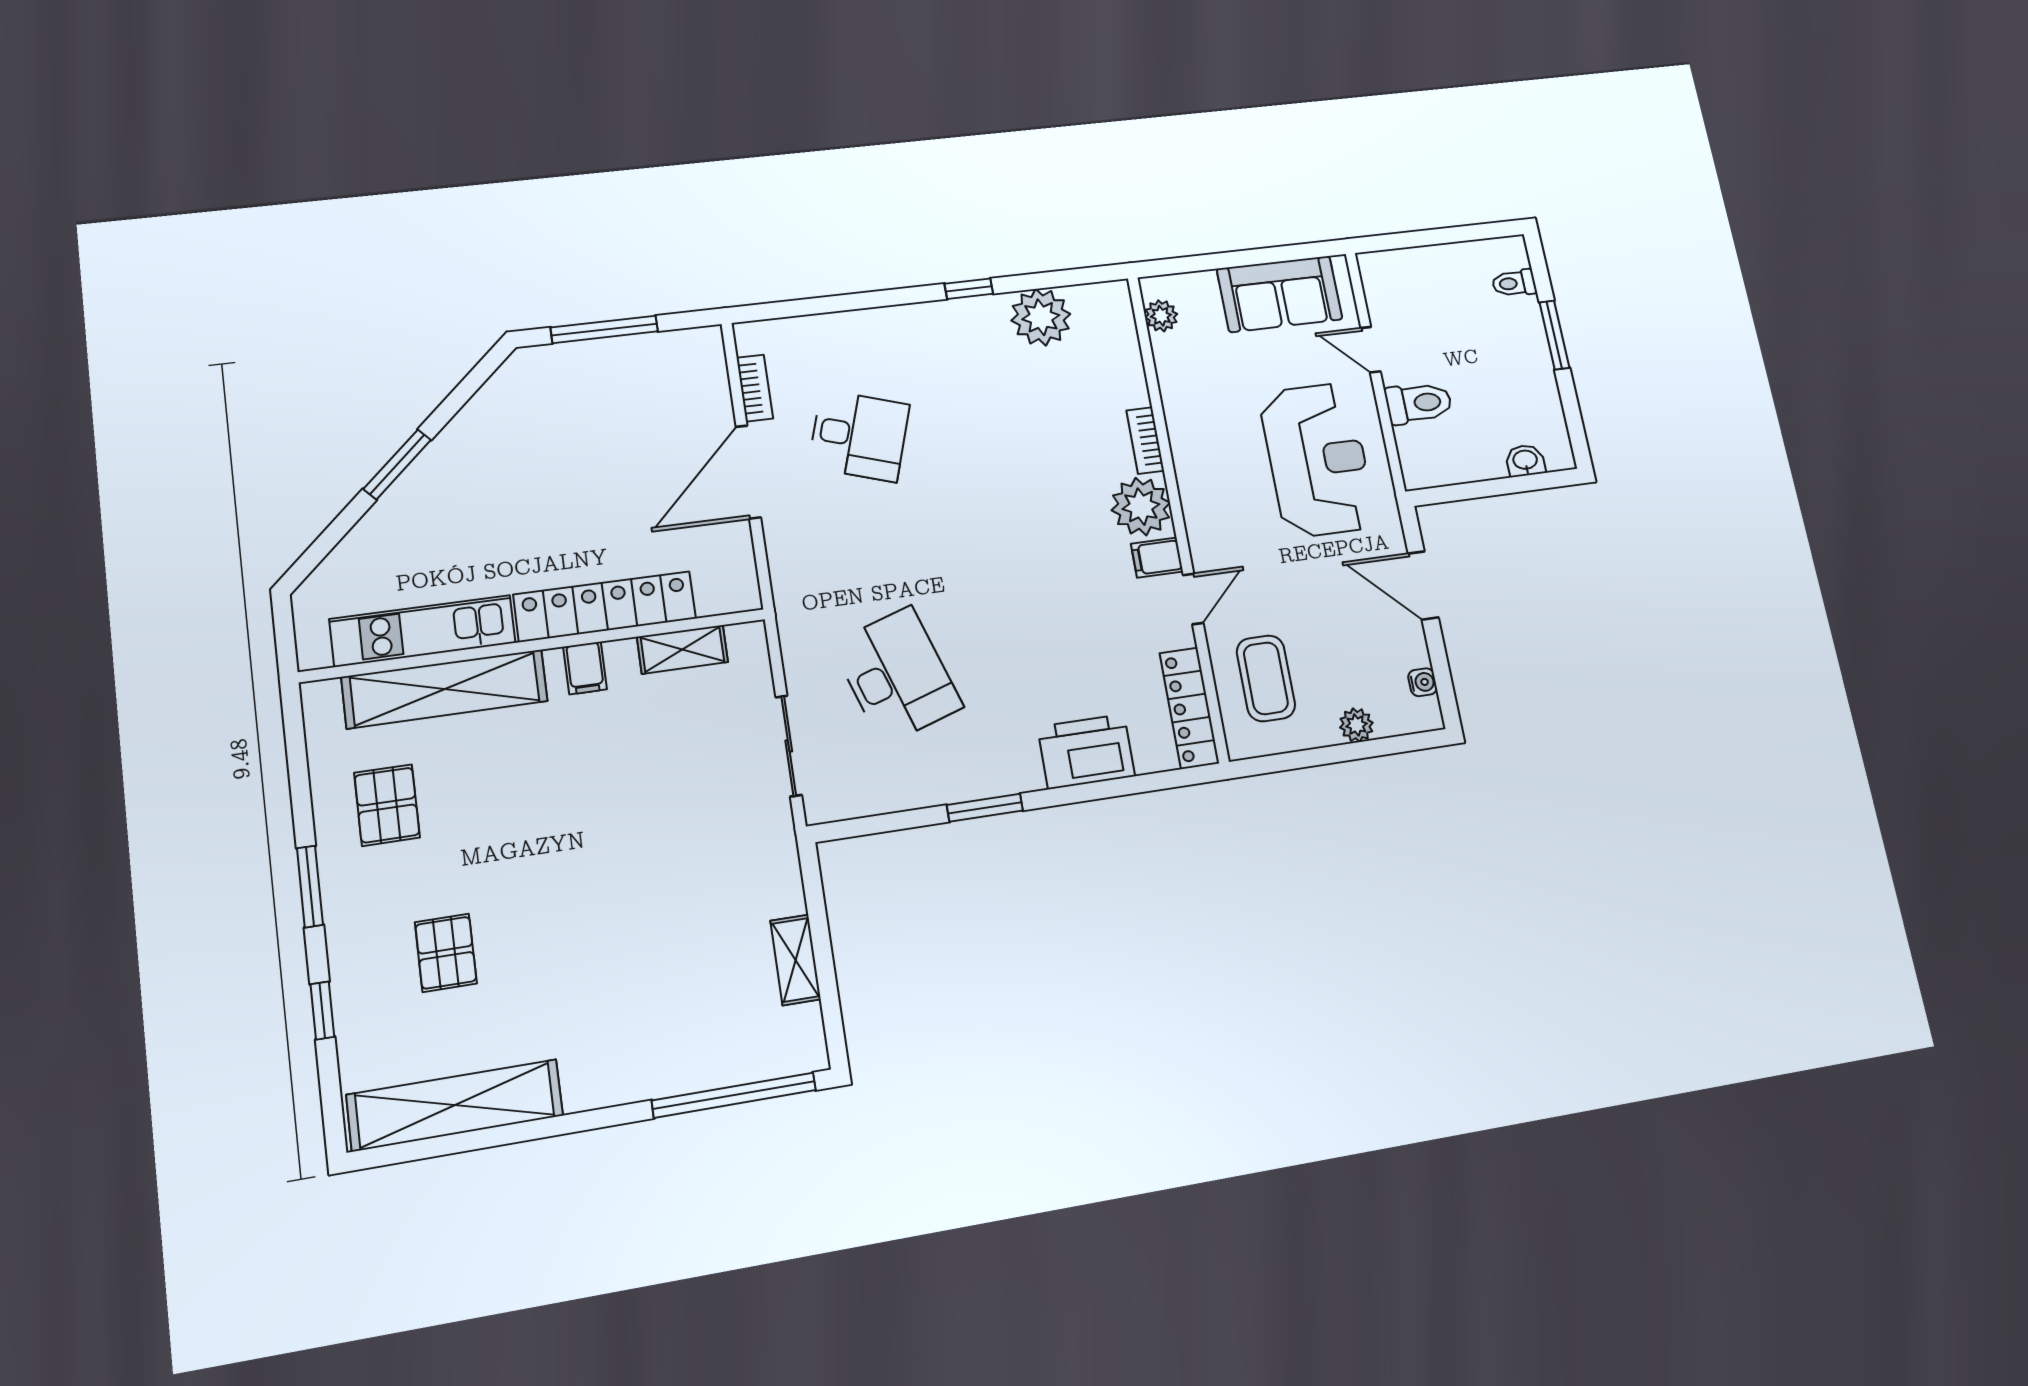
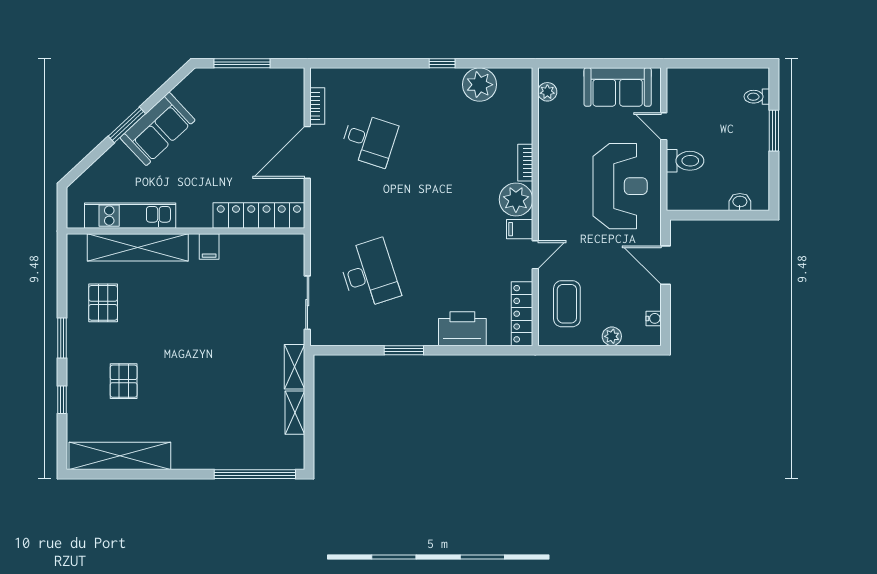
sofa: (458, 465) -> (158, 129), added
locker: (605, 607) -> (259, 215), moved
shelving: (682, 649) -> (295, 367), moved, turned 90

